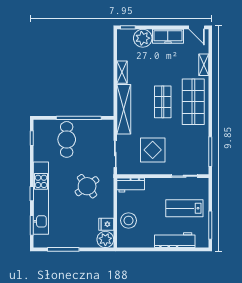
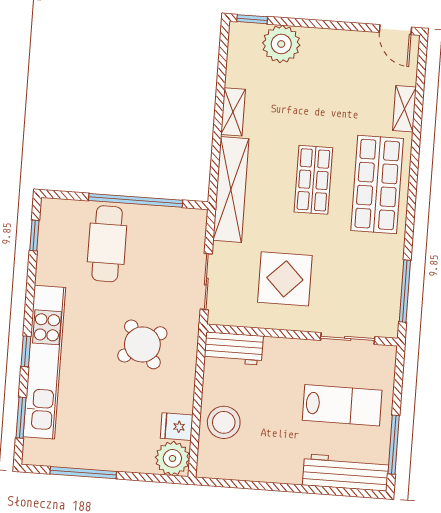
freezer: (168, 36) -> (334, 44), removed
lab bench: (184, 208) -> (342, 405), turned 180
workbench: (175, 240) -> (346, 473), moved

